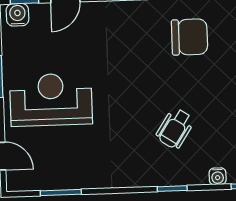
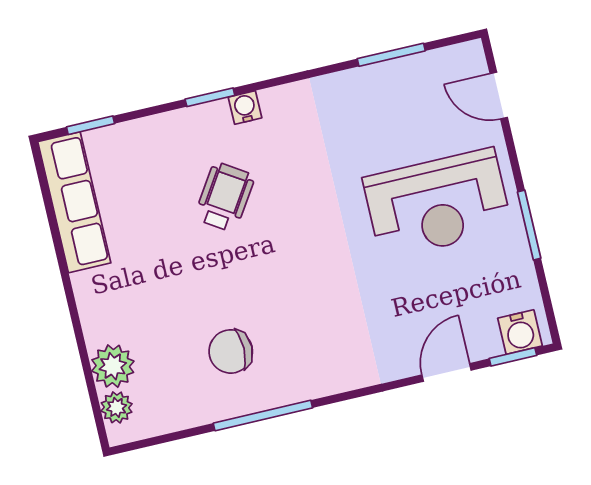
chair: (190, 37) -> (231, 351), width x0.73, depth x0.73
water cooler: (218, 176) -> (245, 107), moved

